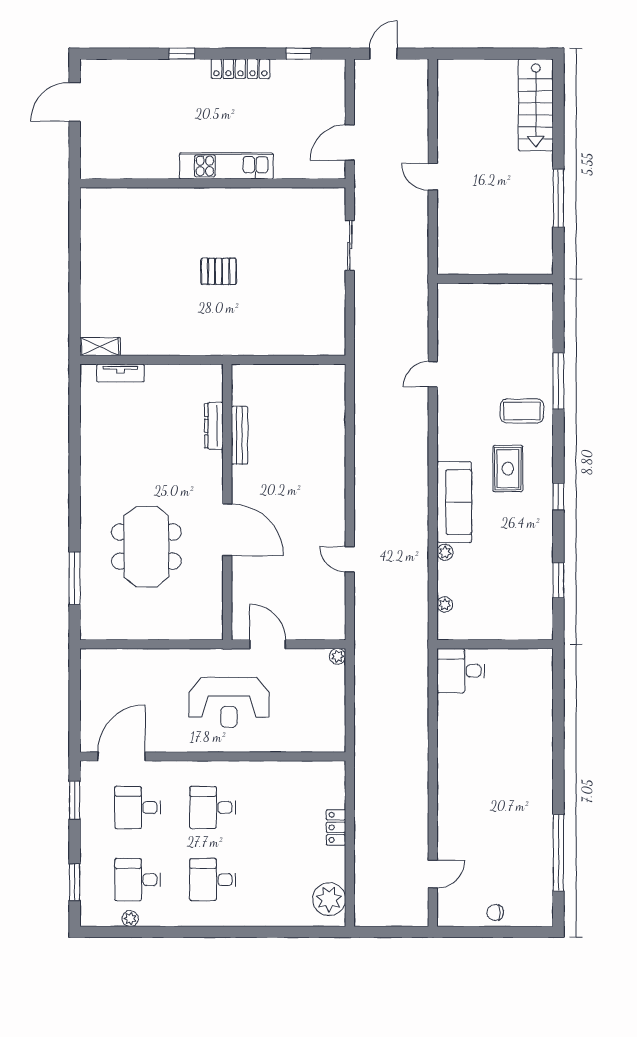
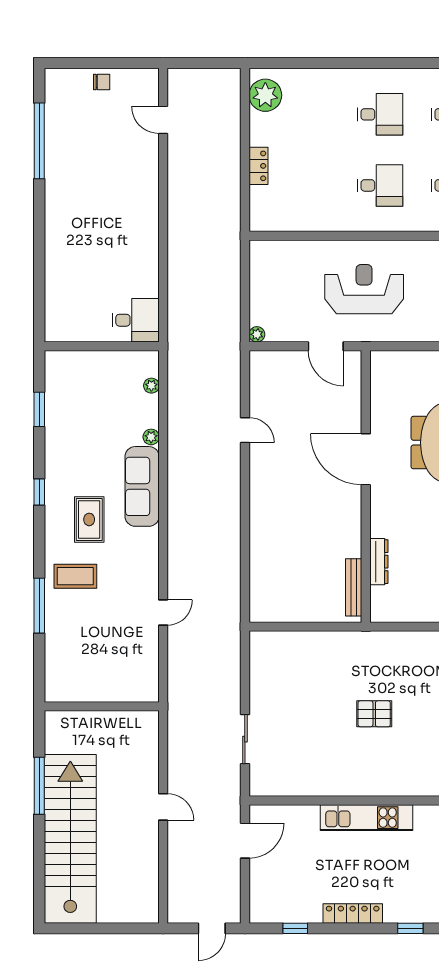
stairs: (536, 105) -> (70, 839), width x1.86, depth x1.51
bench: (240, 435) -> (354, 587), moved
door: (433, 874) -> (163, 120), hinge flipped

